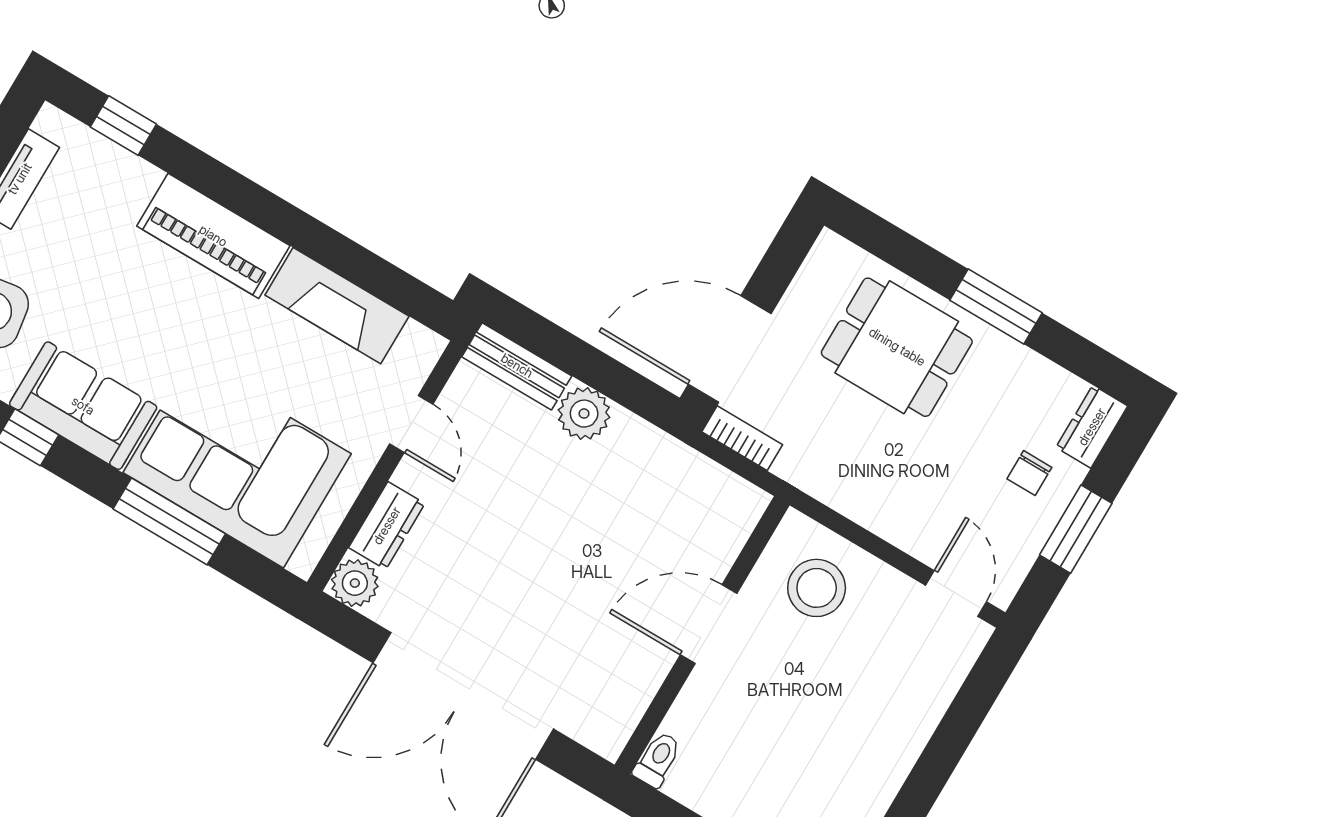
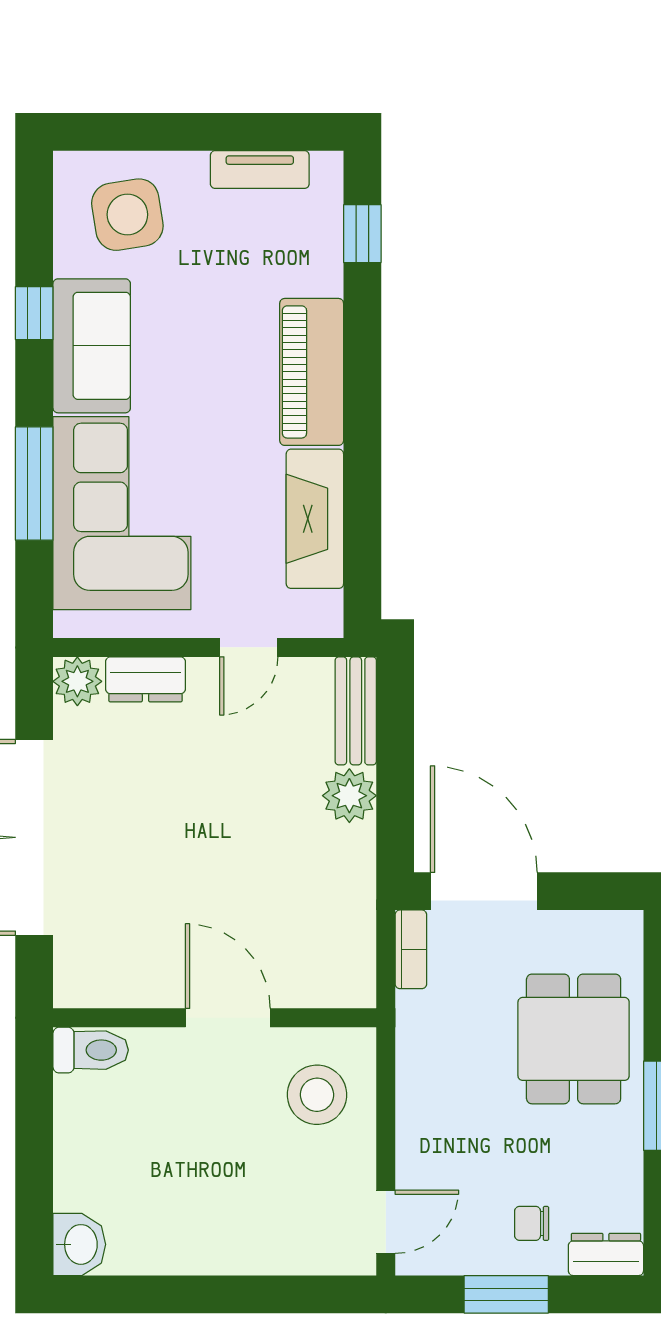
toilet: (657, 760) -> (91, 1050), width x1.37, depth x1.39

